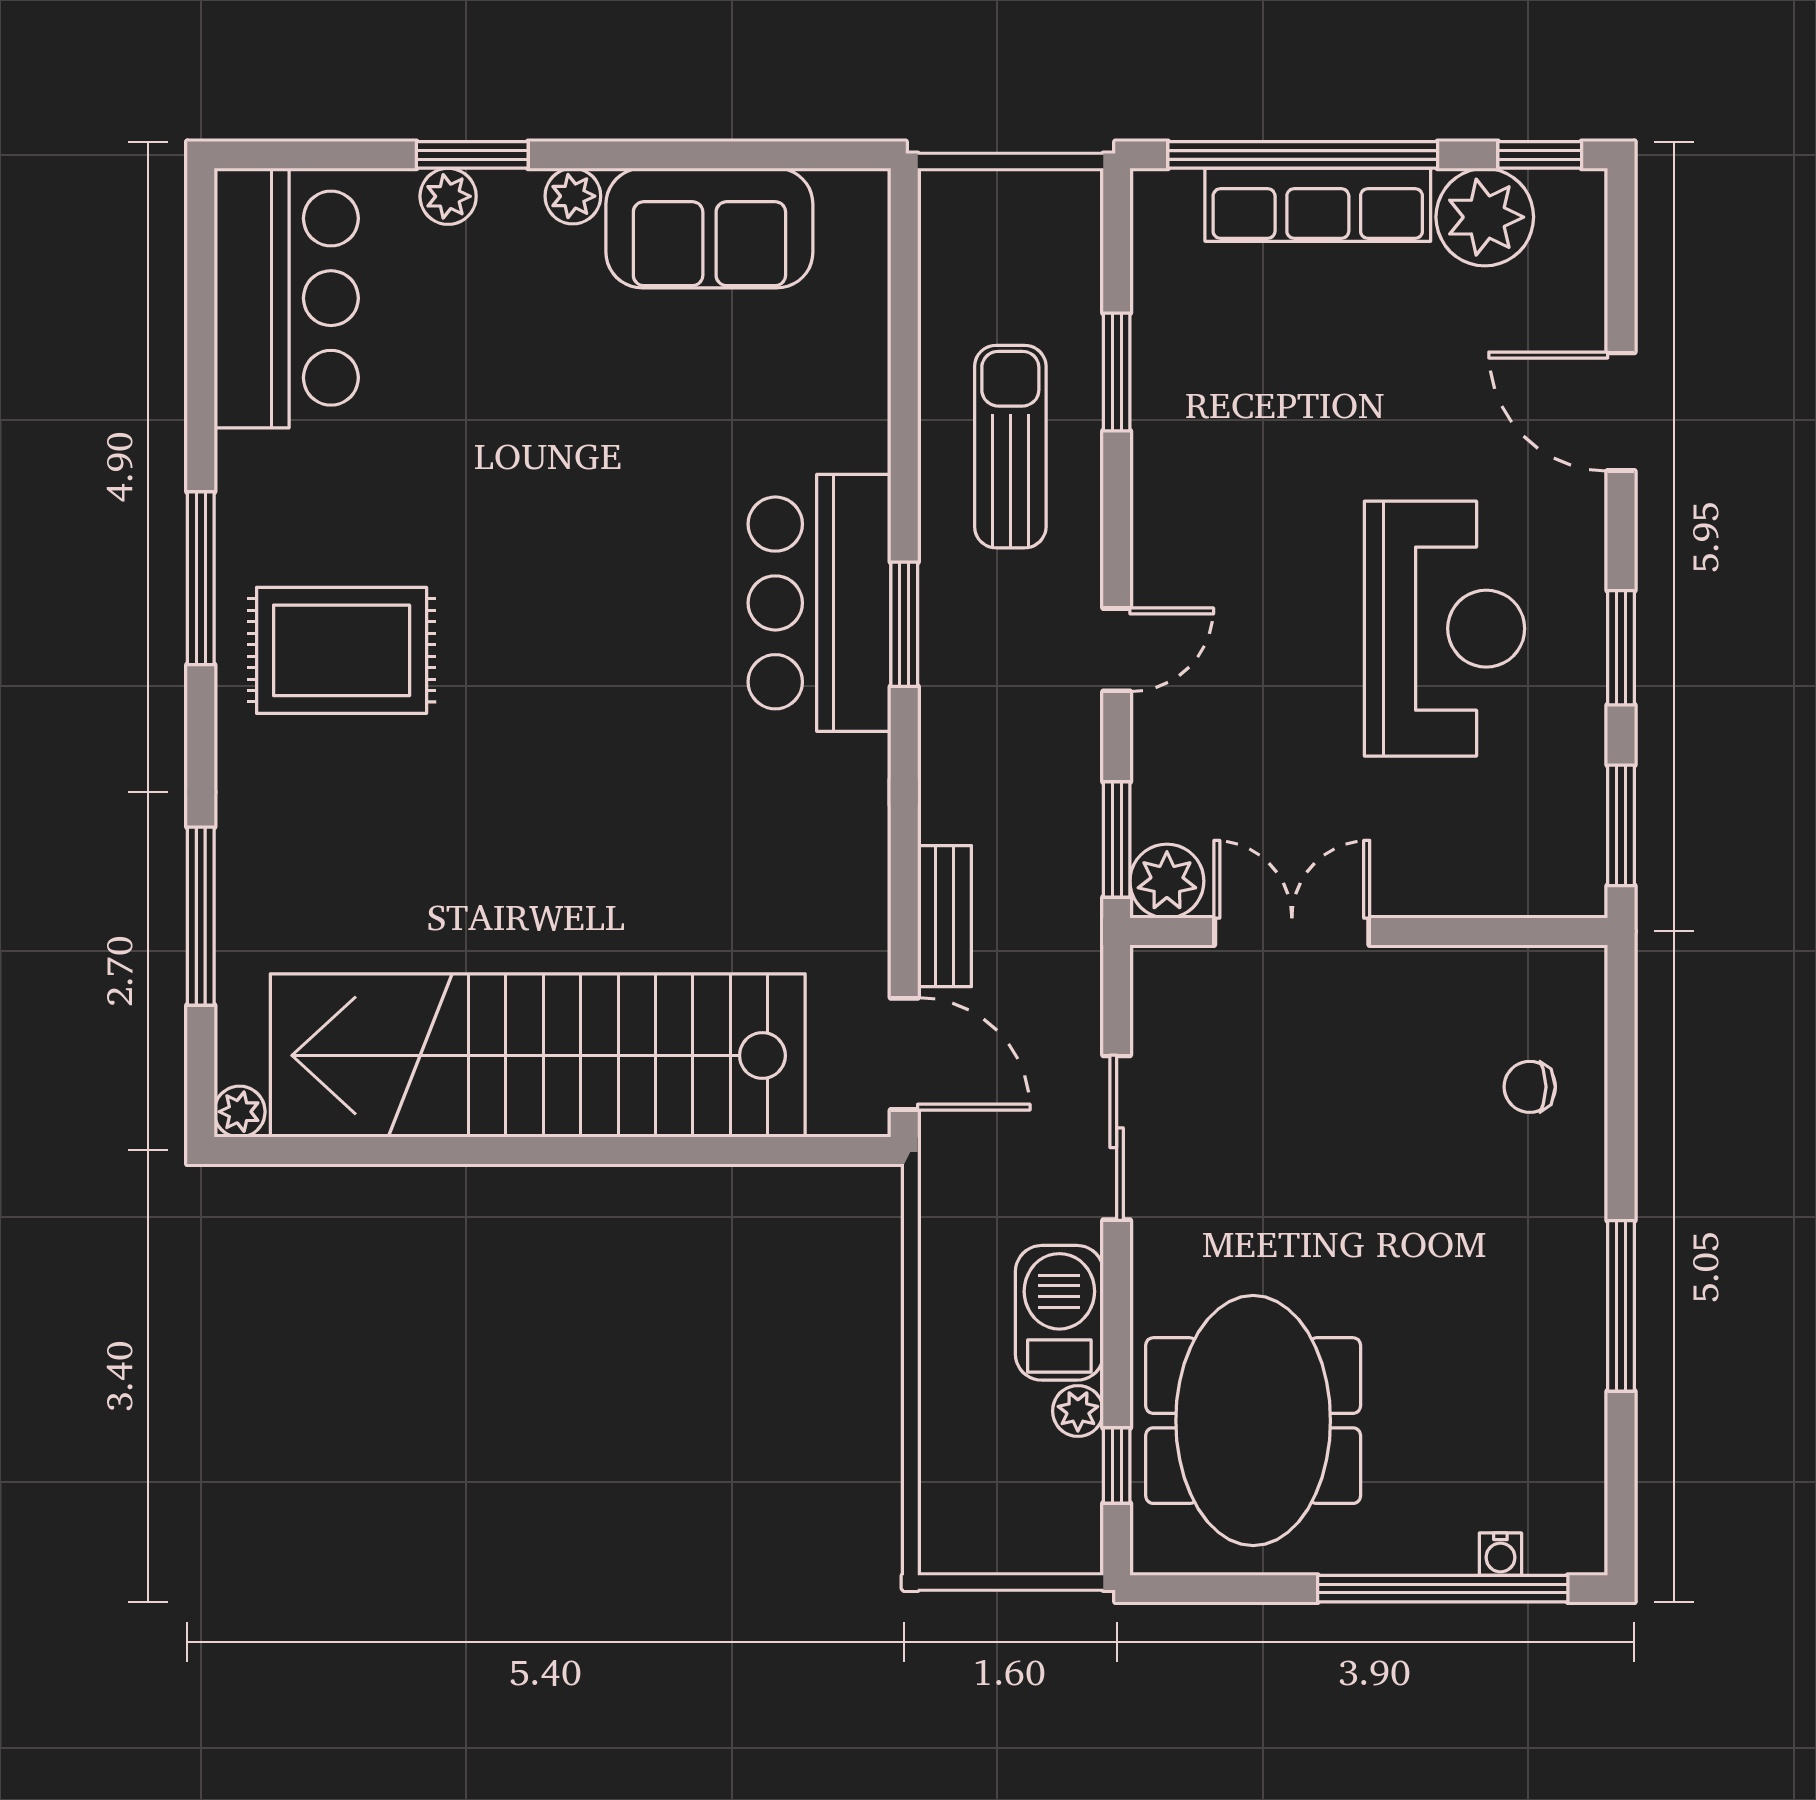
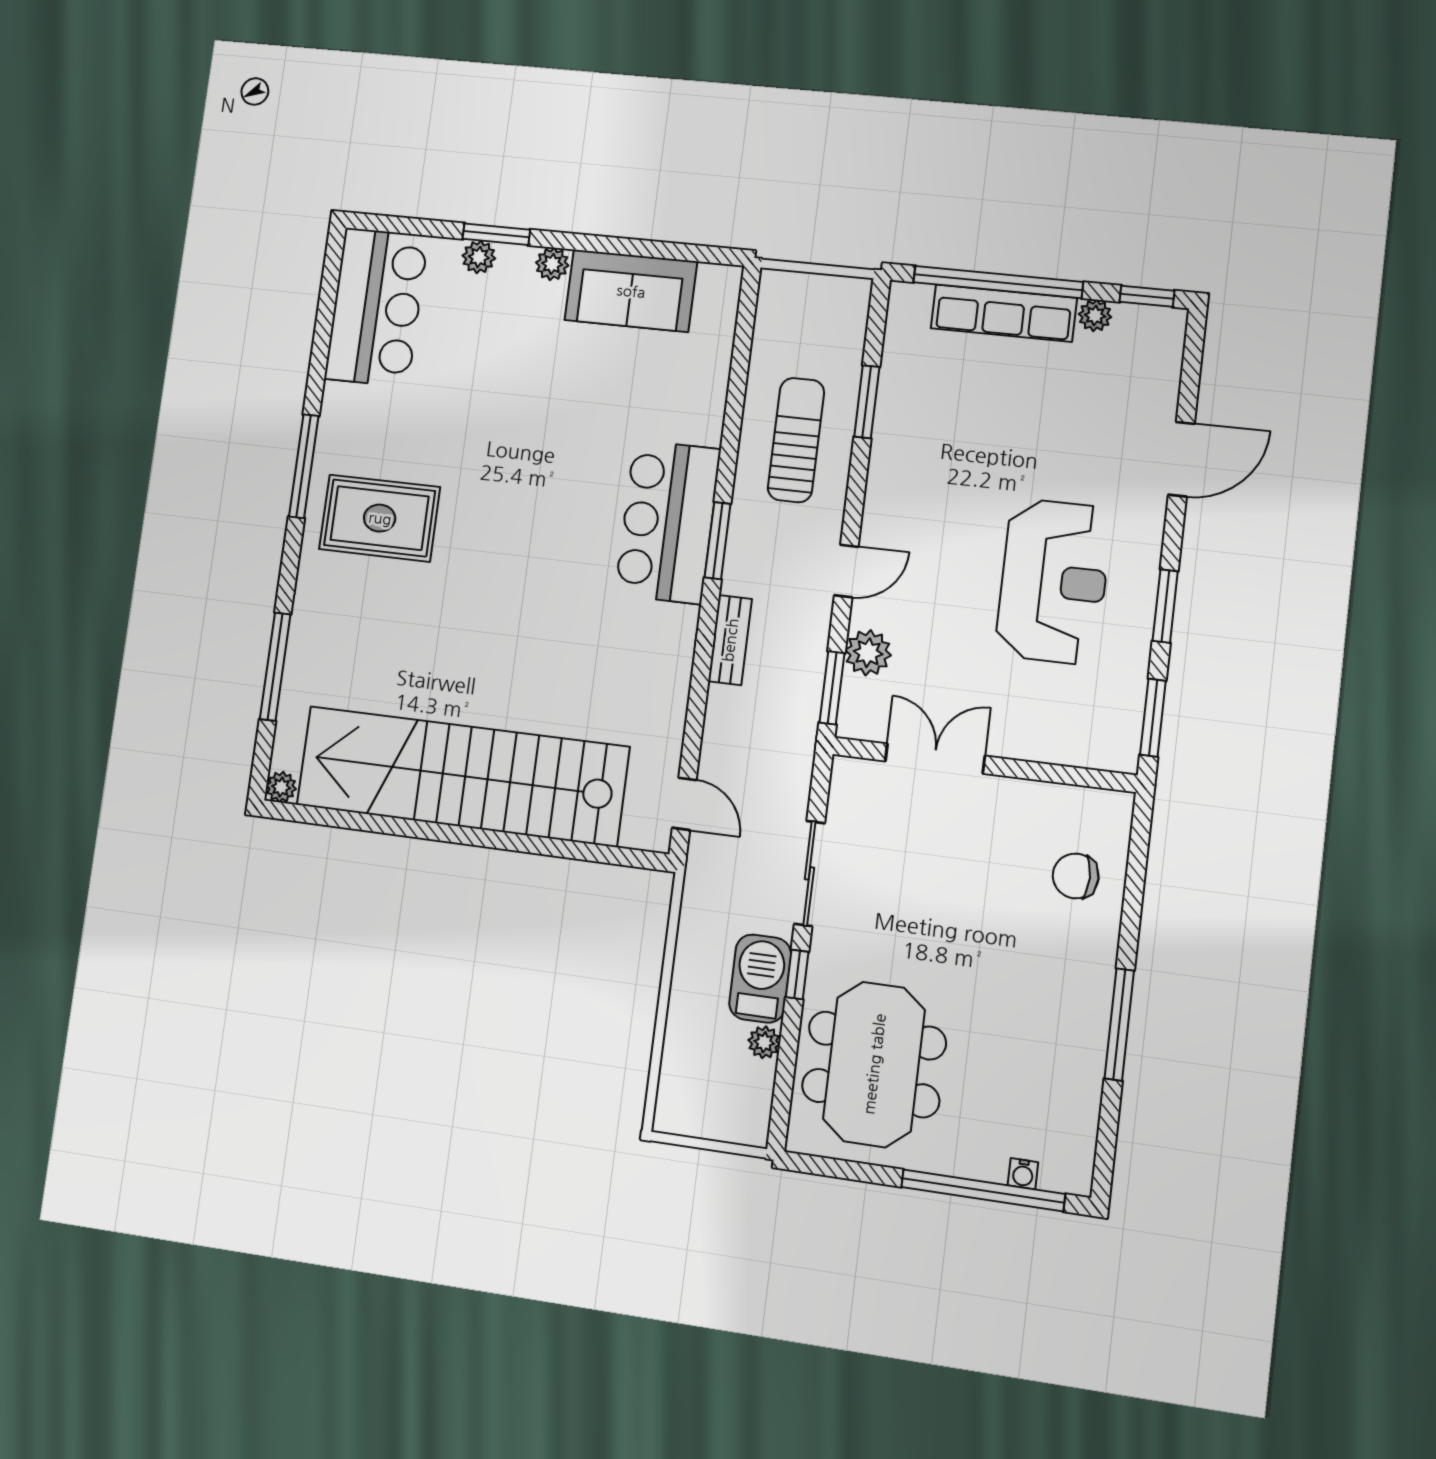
plant: (1485, 217) -> (1095, 316), width x0.53, depth x0.53
door: (1621, 412) -> (1181, 459), swing flipped
plant: (1167, 881) -> (868, 653), moved
bench: (944, 916) -> (730, 640), moved
door: (904, 1054) -> (684, 804), width x0.73
chair: (1530, 1087) -> (1076, 876), width x1.37, depth x1.37
window: (1117, 1466) -> (797, 975), moved

